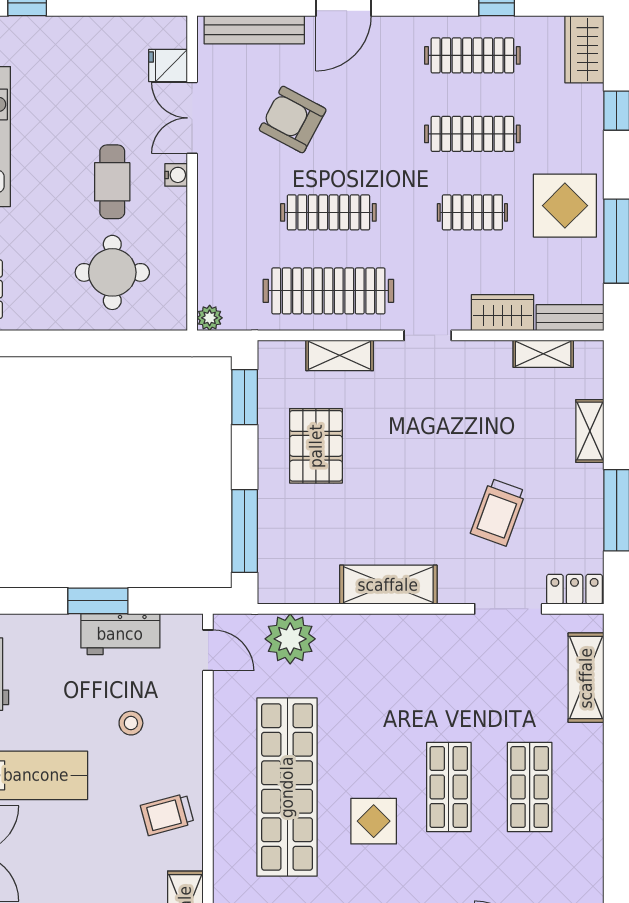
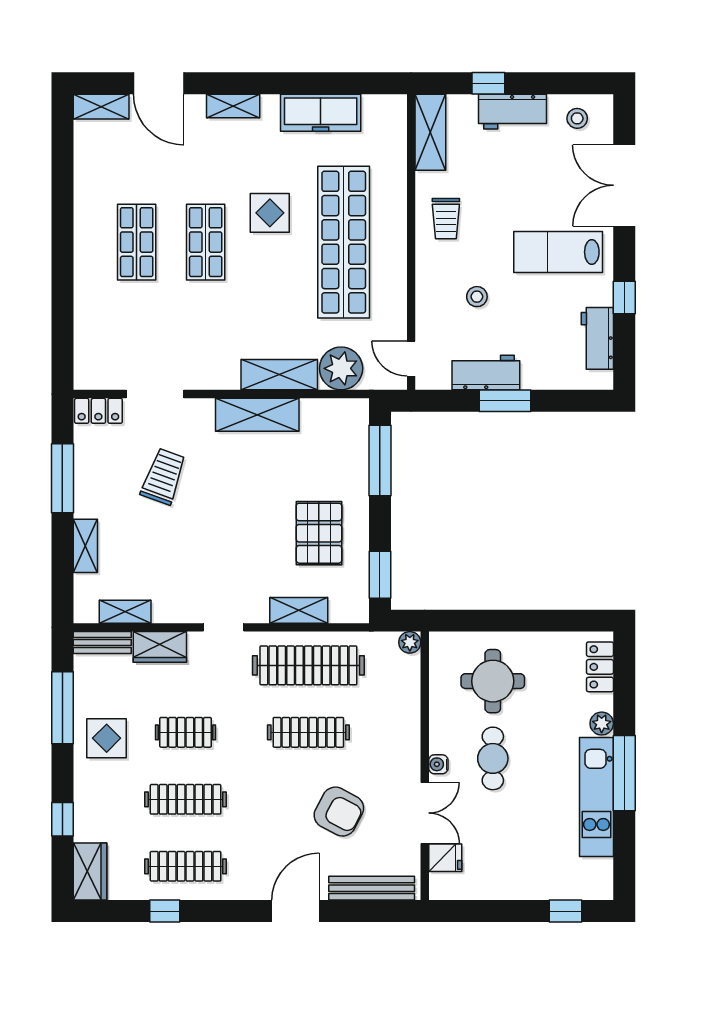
display table: (565, 206) -> (107, 738), width x0.73, depth x0.73
shelving: (586, 678) -> (279, 375), moved, turned 90
trolley: (167, 814) -> (446, 219), turned 105

